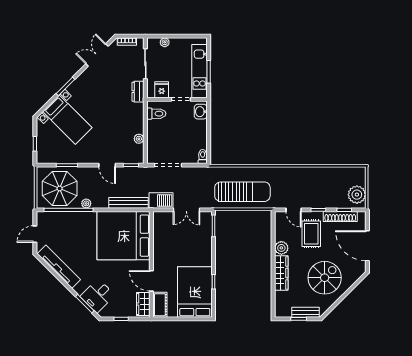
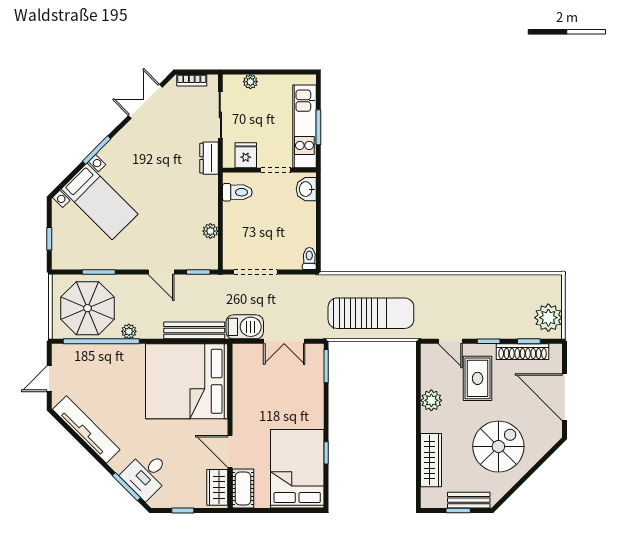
wardrobe: (281, 273) -> (431, 460), moved

